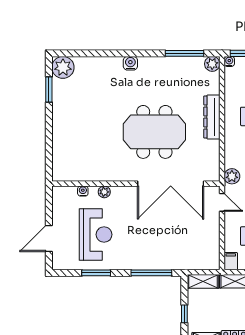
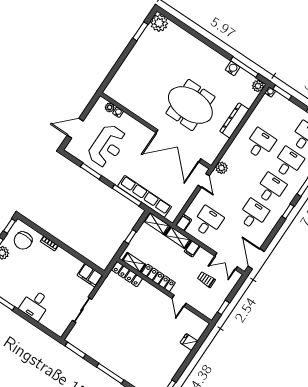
water cooler: (130, 63) -> (233, 68), moved
plant: (104, 192) -> (110, 107), moved
row of seats: (171, 261) -> (145, 196), added

